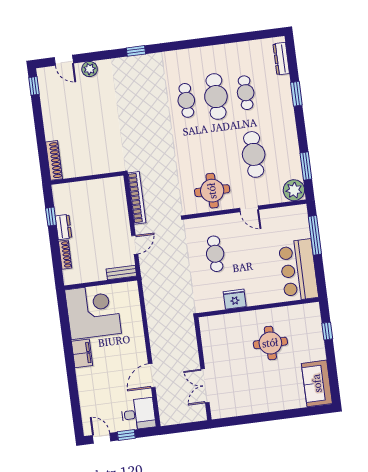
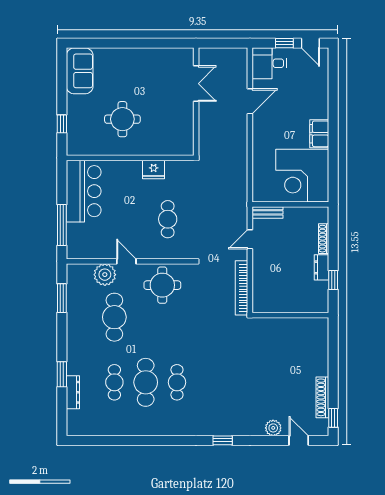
dresser: (281, 59) -> (73, 392), moved
shoe rack: (54, 160) -> (322, 397), moved
plant: (294, 190) -> (105, 275), moved

